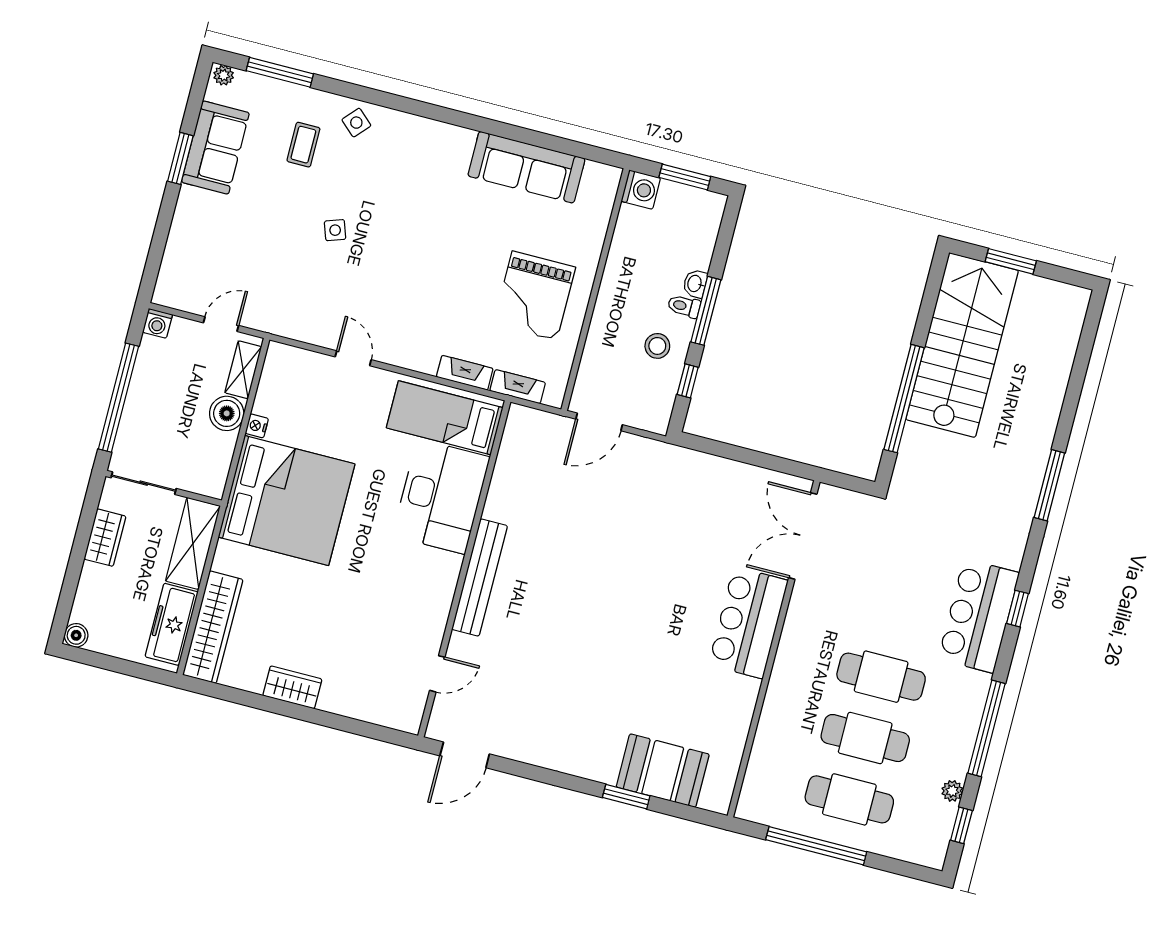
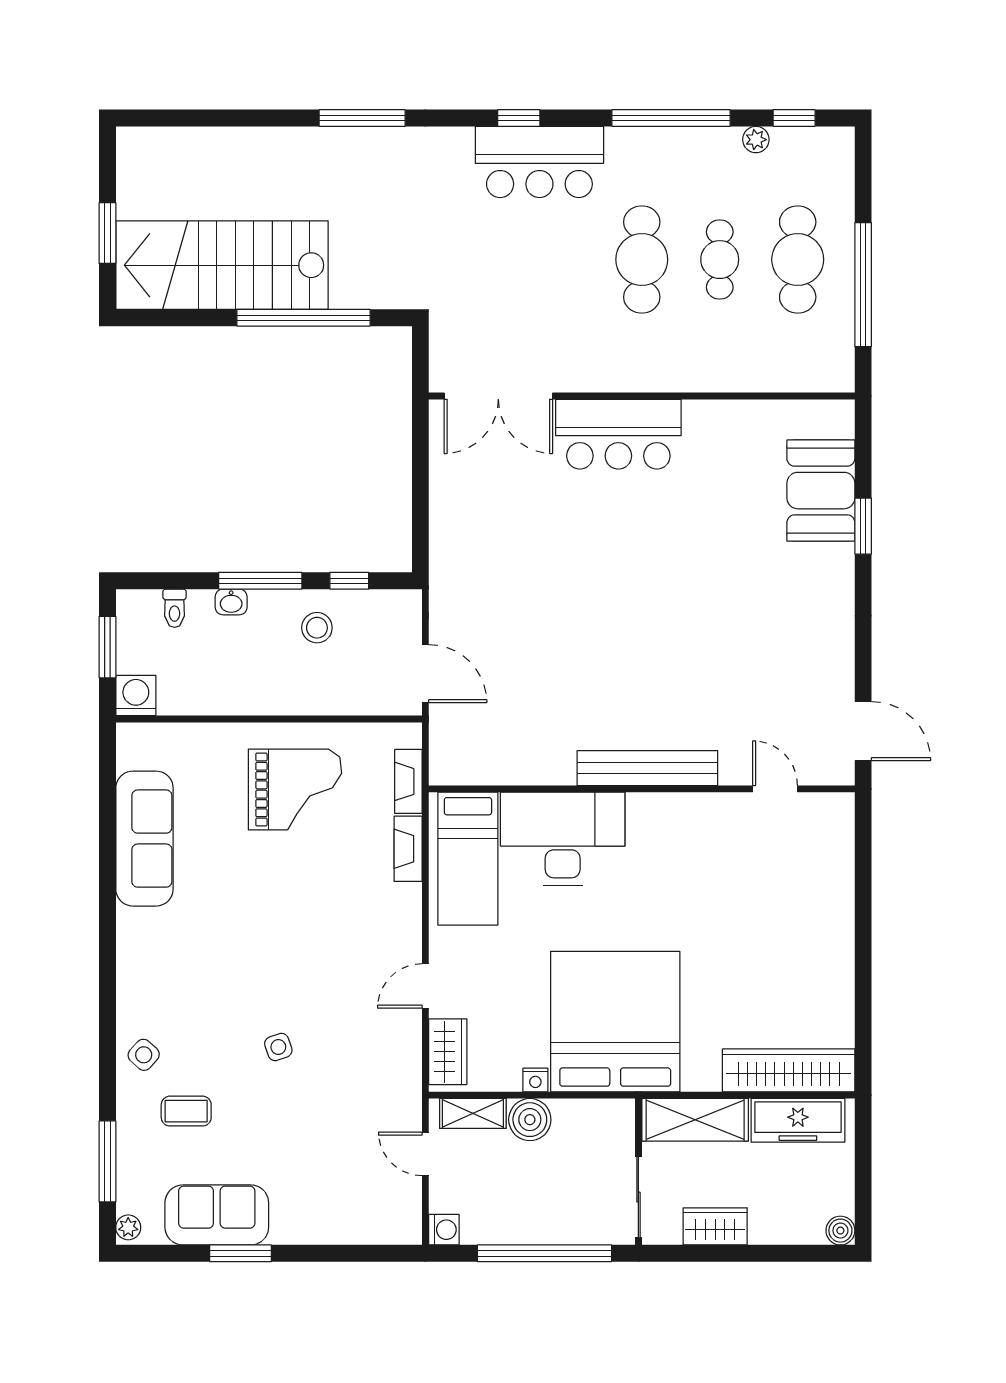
toilet: (684, 306) -> (175, 608), moved
wardrobe: (292, 687) -> (448, 1052), moved, turned 180
cafe table: (865, 738) -> (720, 260), width x0.73, depth x0.74

